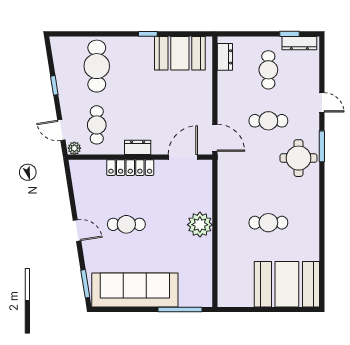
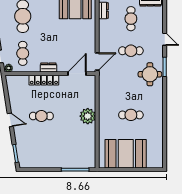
door: (215, 138) -> (97, 61), hinge flipped
booth: (287, 284) -> (126, 154), moved
sofa: (135, 290) -> (47, 157), removed

